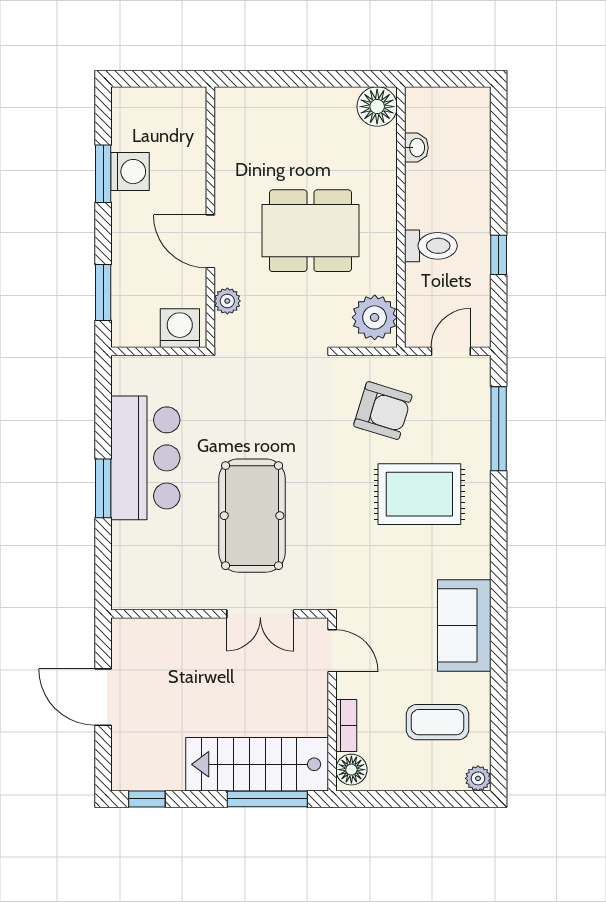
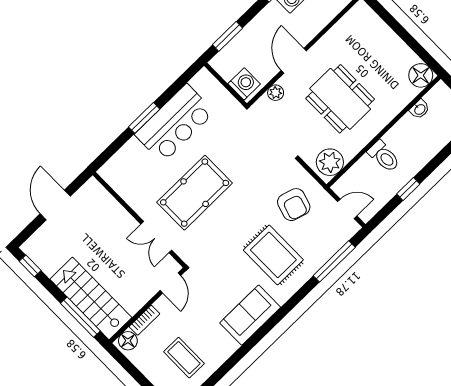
sofa: (464, 625) -> (250, 315), moved

